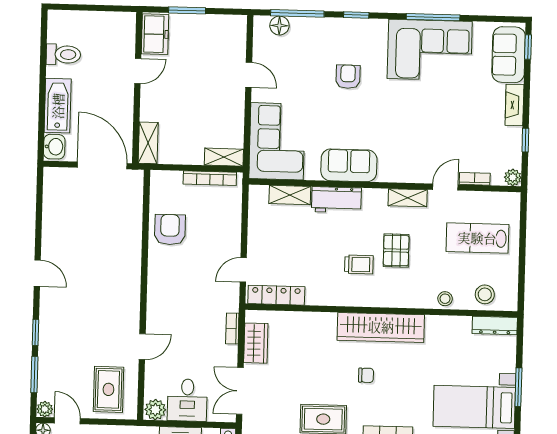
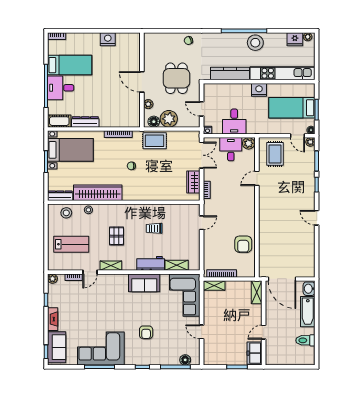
trolley: (359, 264) -> (154, 228), moved
locker: (276, 295) -> (183, 209), removed
wardrobe: (381, 327) -> (98, 193), moved

